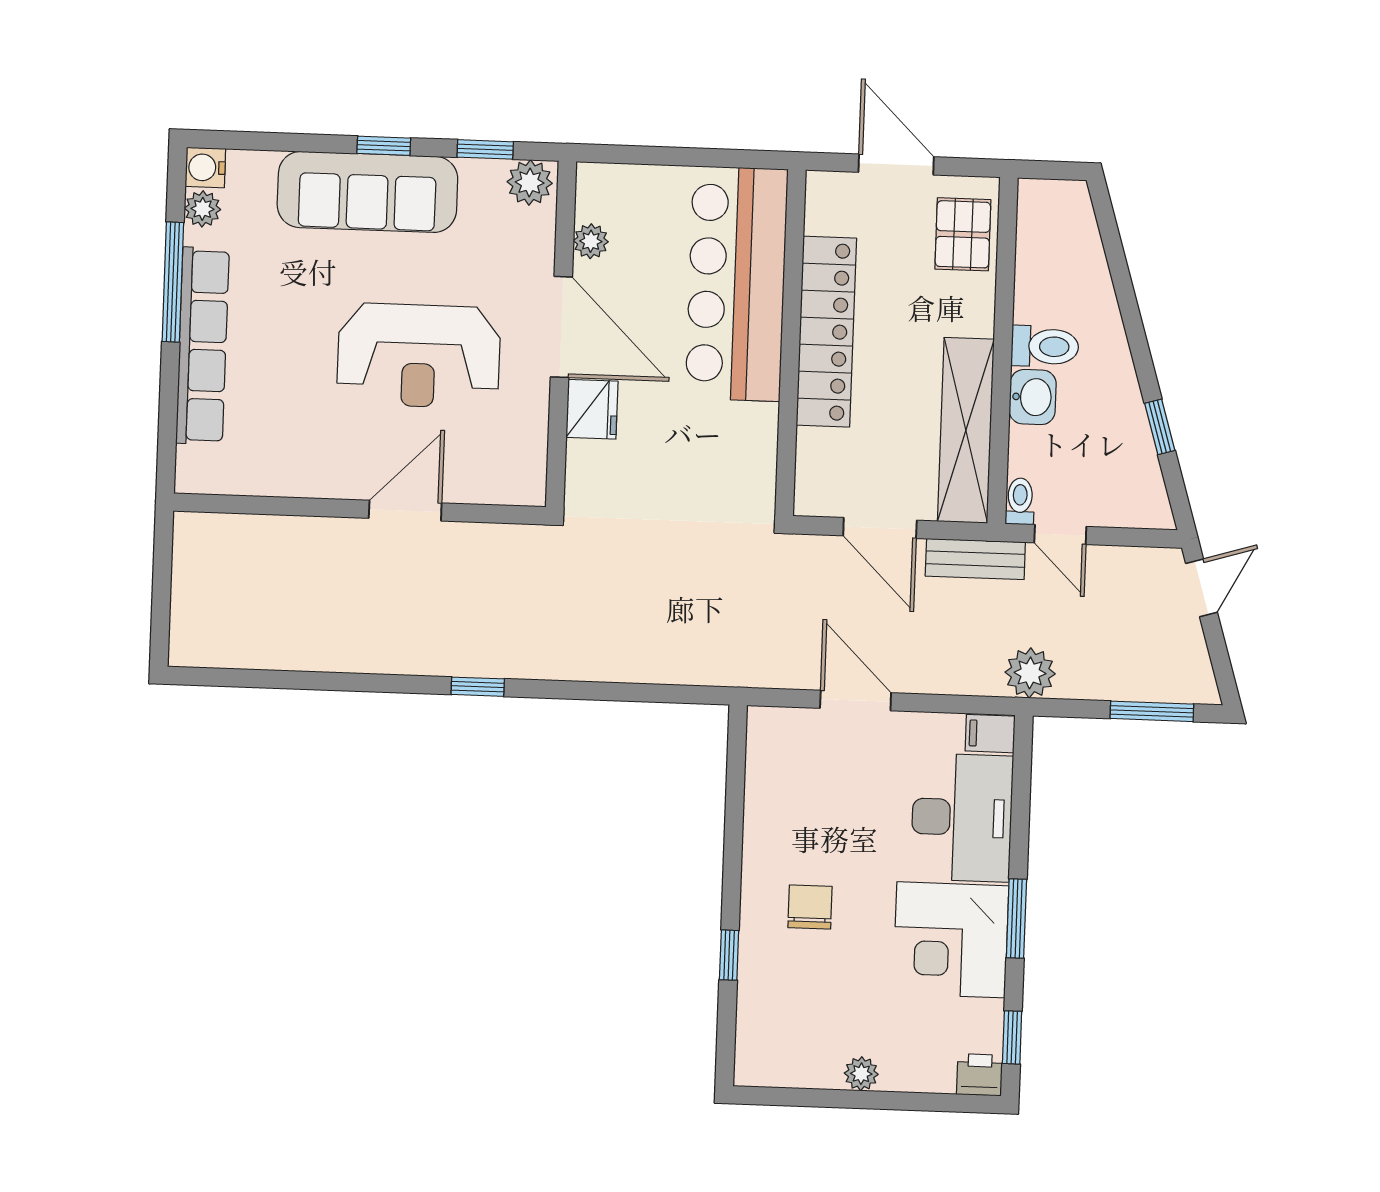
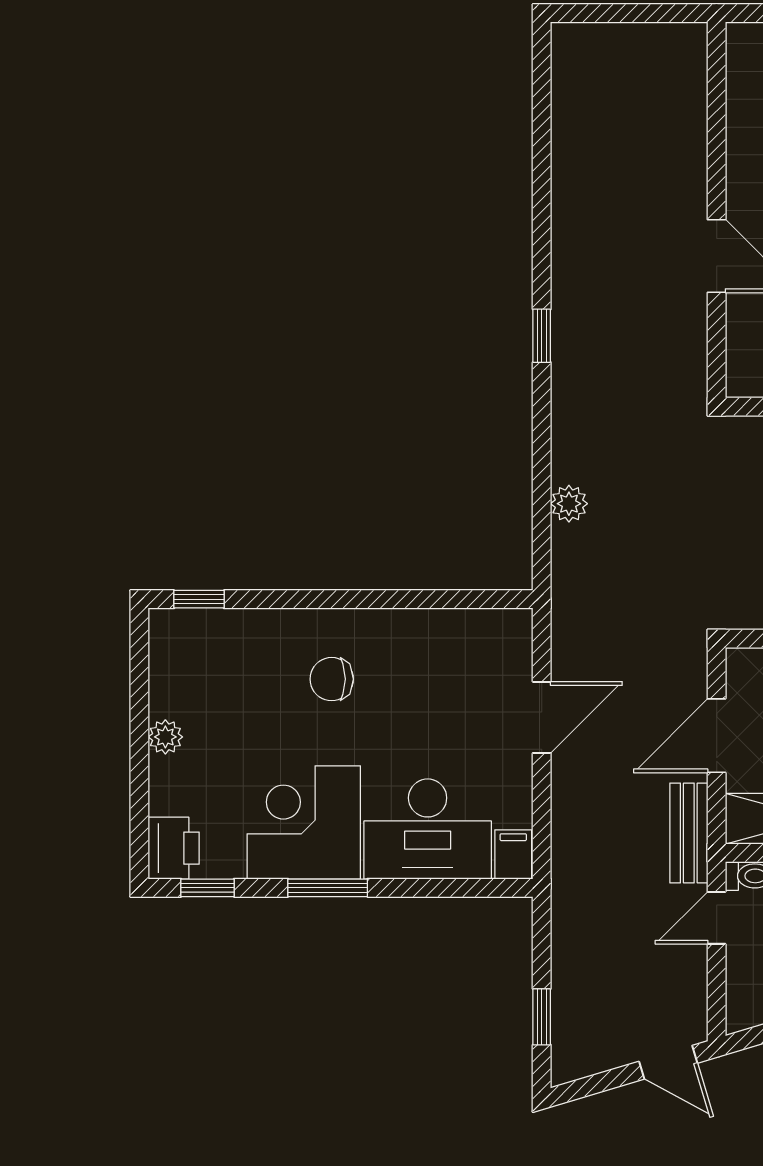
plant: (1030, 673) -> (569, 504), moved, width x0.73, depth x0.73
window: (1152, 711) -> (542, 1017), width x0.67
chair: (810, 907) -> (332, 679), turned 180
window: (729, 955) -> (199, 599), moved
printer: (980, 1075) -> (174, 848), width x1.36, depth x1.24

